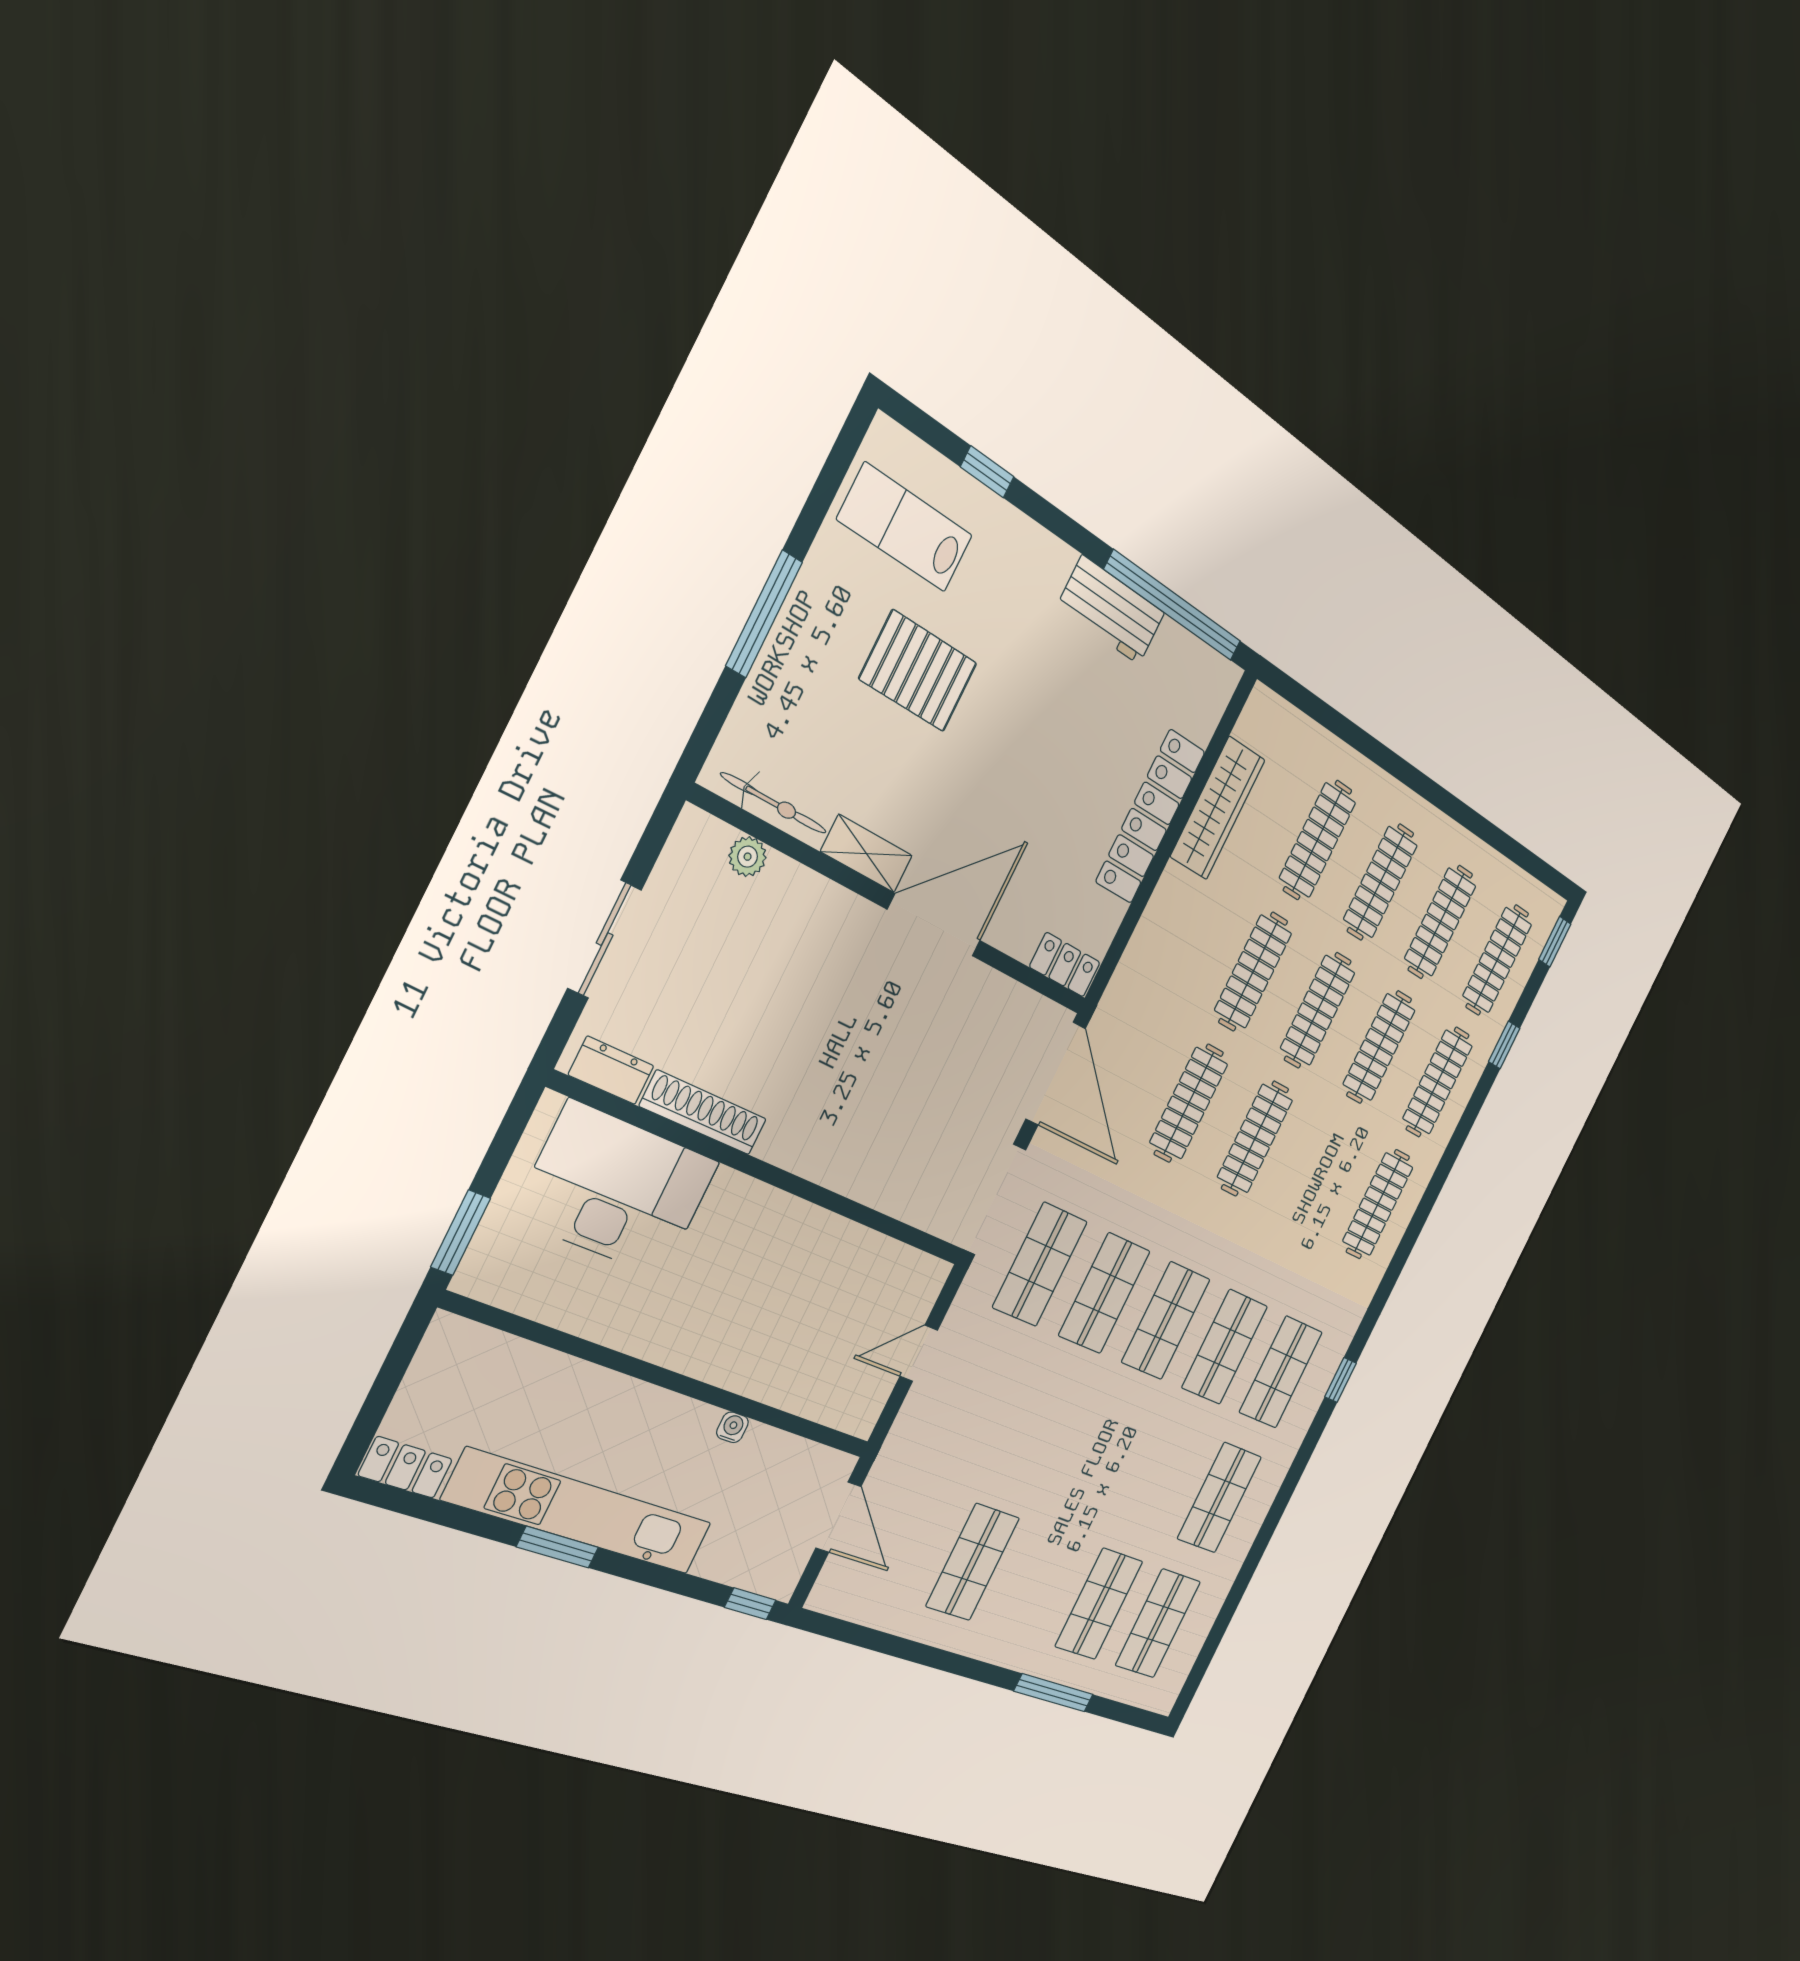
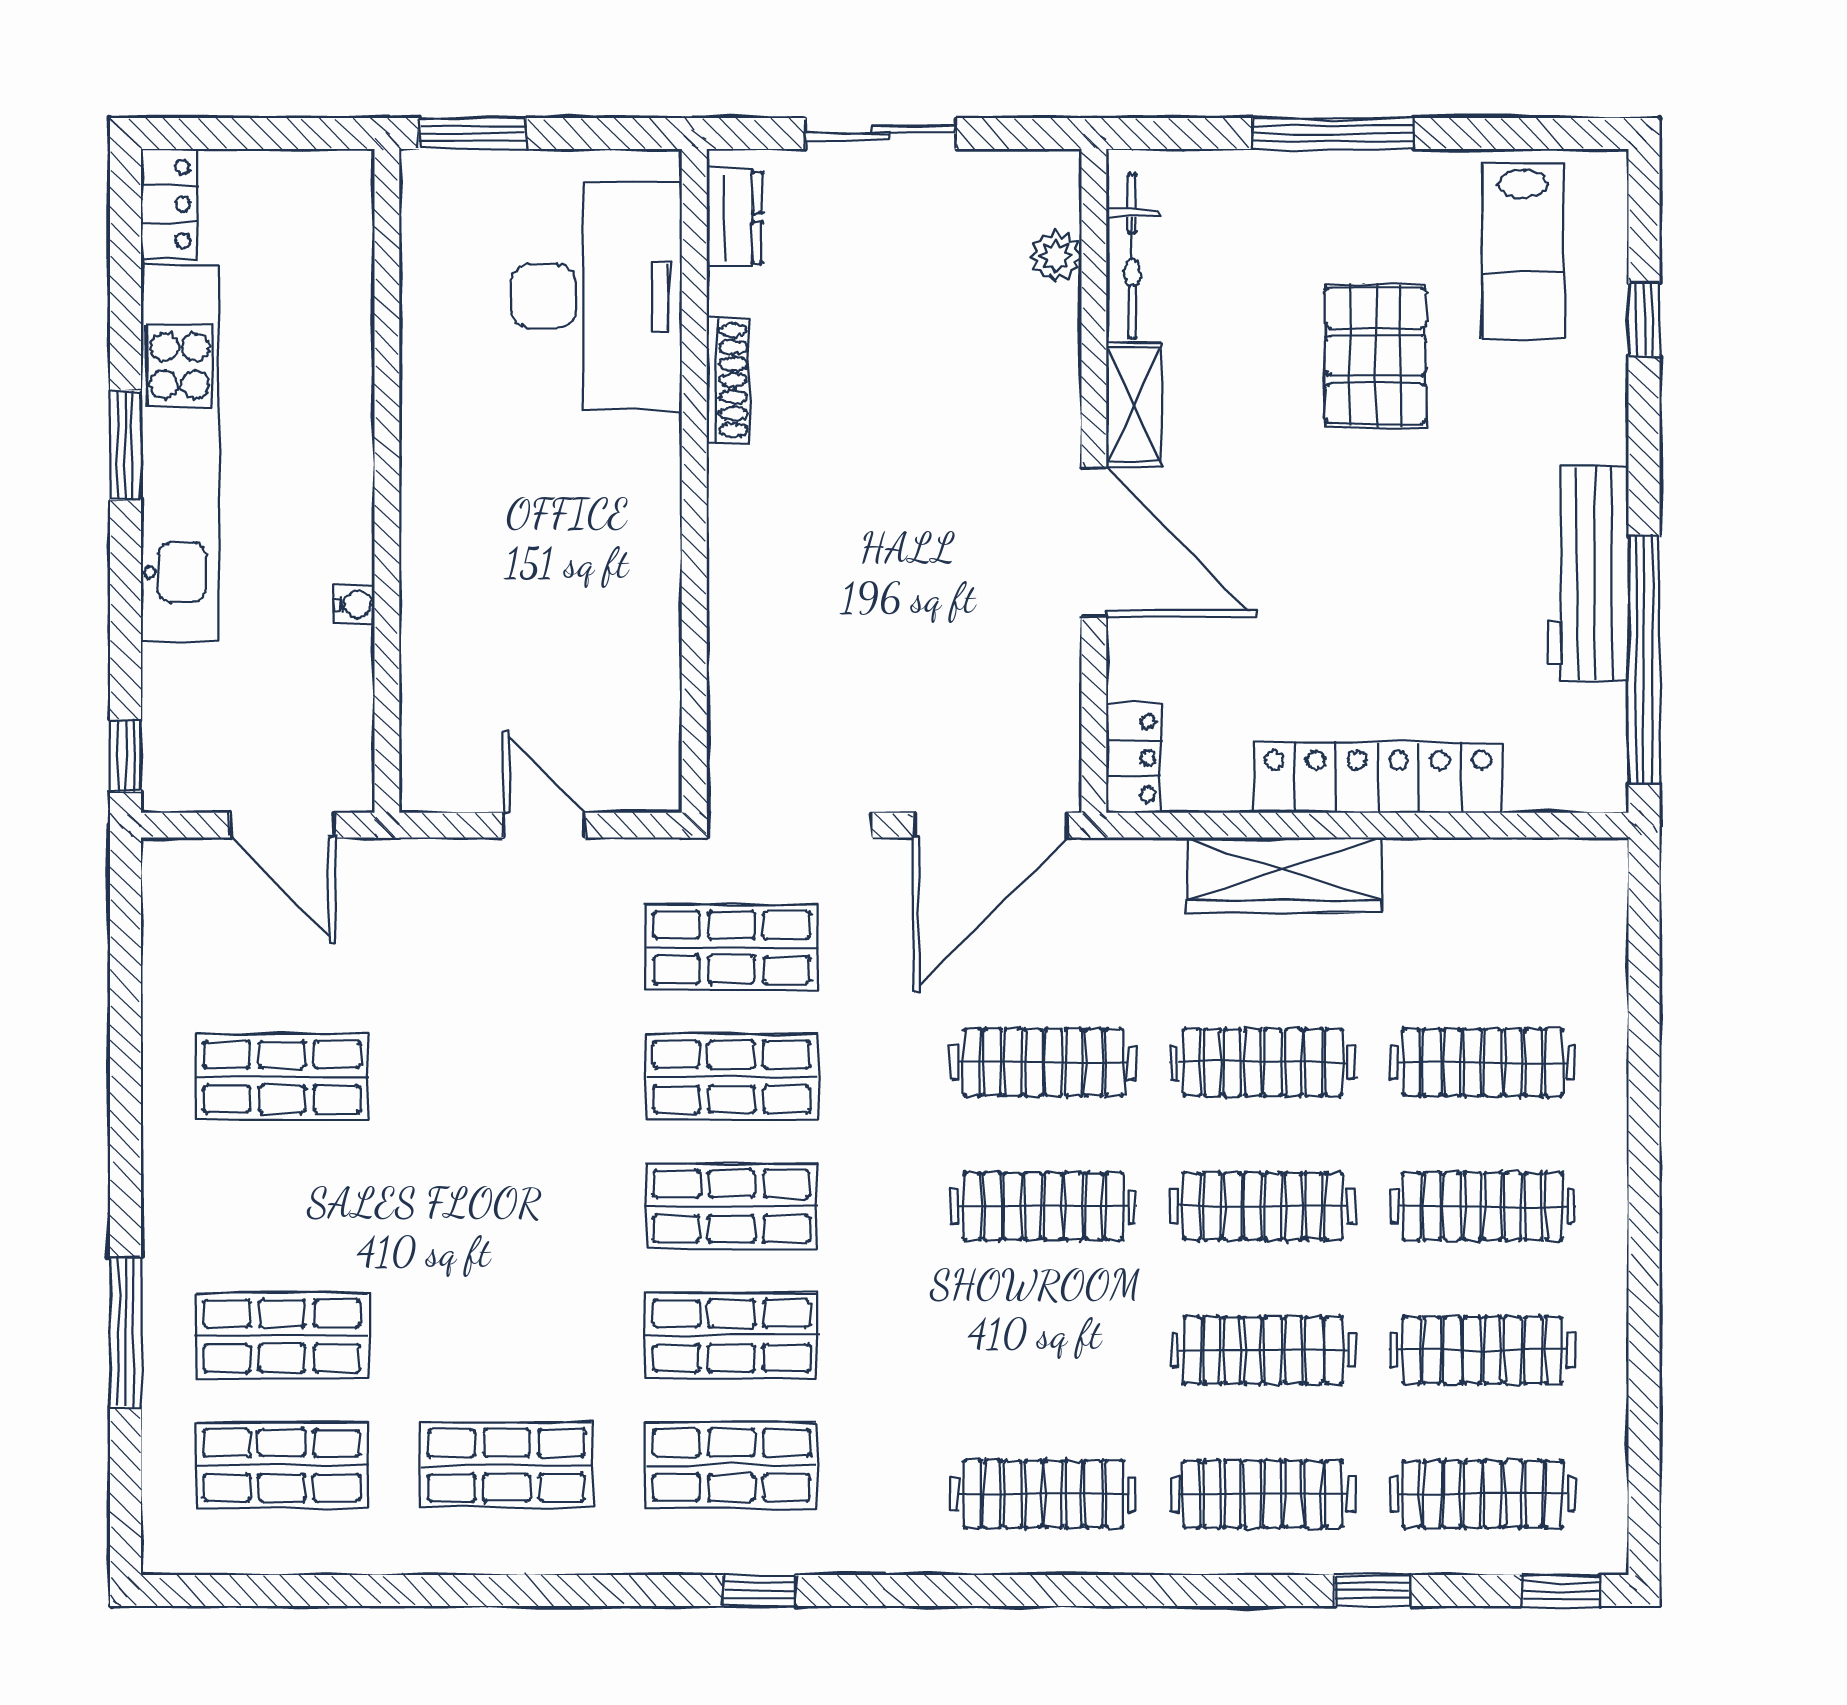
lab bench: (905, 527) -> (1523, 251), turned 180
workbench: (1111, 610) -> (1588, 574), width x1.38
wardrobe: (1218, 808) -> (1284, 875), moved
shoe rack: (703, 1113) -> (728, 380), width x0.74, depth x0.81
door: (838, 1517) -> (282, 825), hinge flipped

